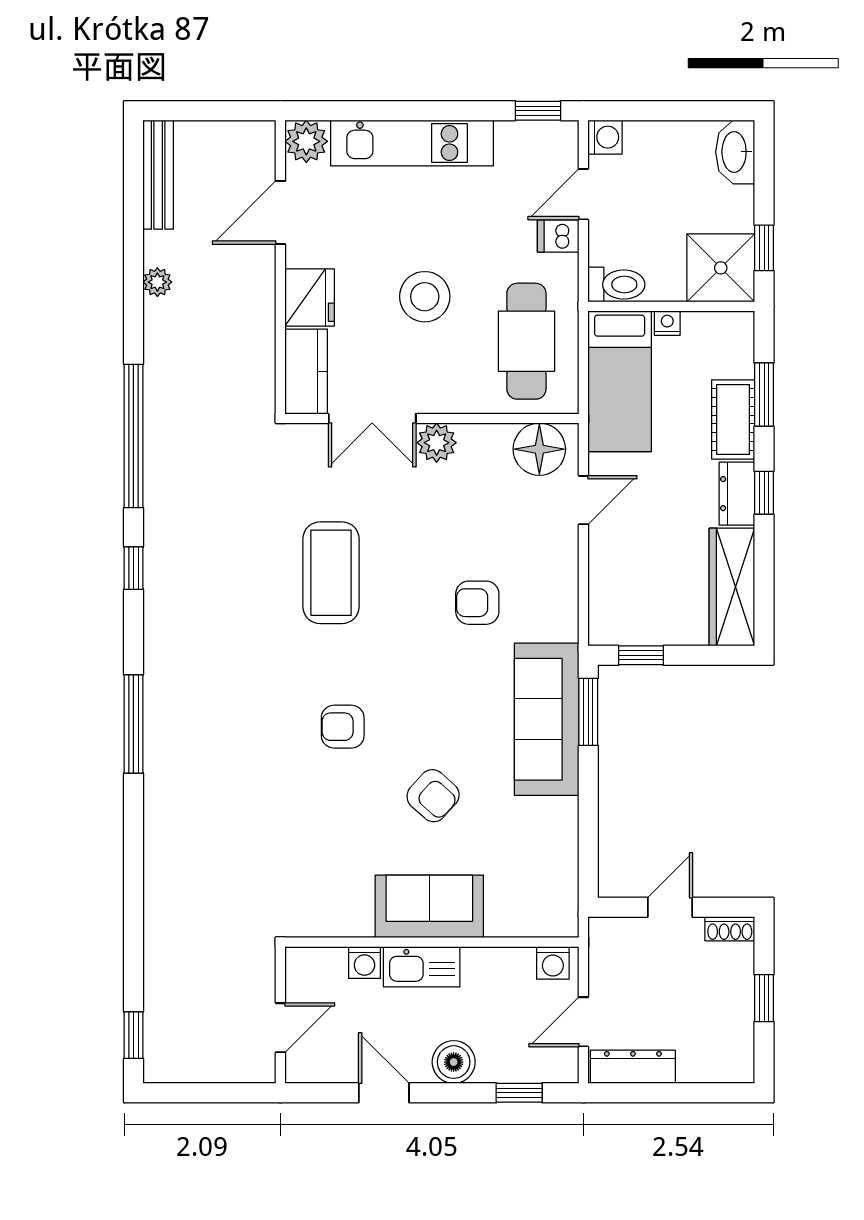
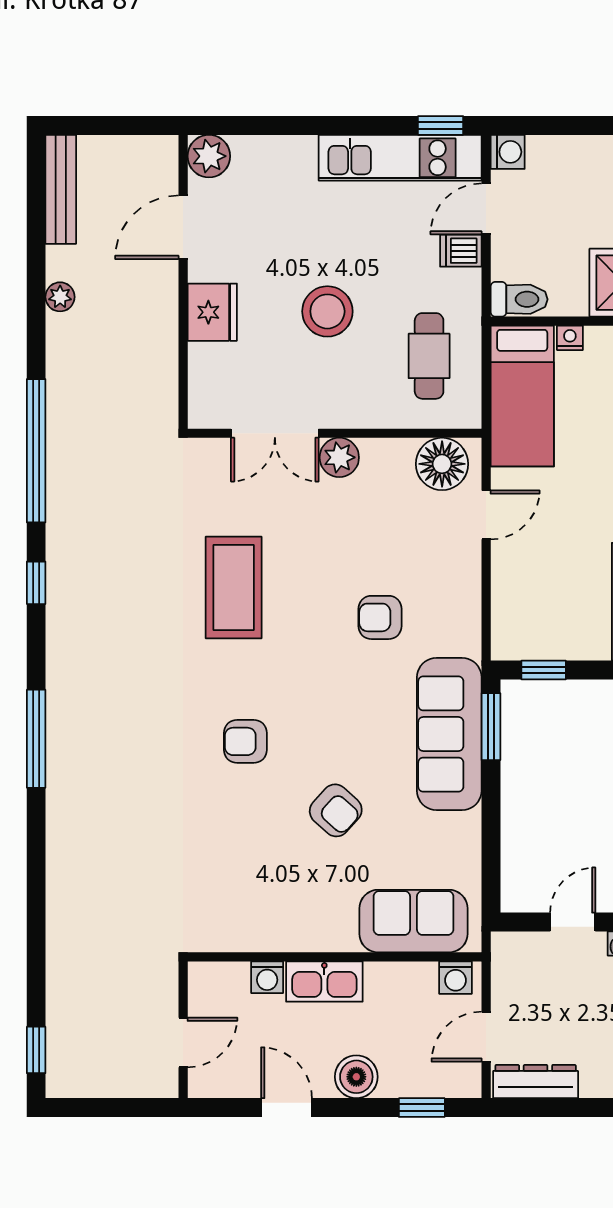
kitchen unit: (412, 143) -> (400, 158), moved
cafe table: (526, 341) -> (429, 356), width x0.73, depth x0.74
kitchen counter: (306, 372) -> (209, 386), removed
sofa: (429, 906) -> (414, 921), moved

